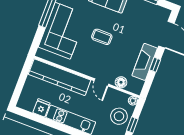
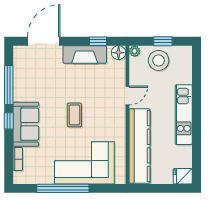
window: (155, 65) -> (98, 41), moved
floor lamp: (121, 82) -> (119, 53), moved
fridge: (41, 108) -> (183, 176), moved

